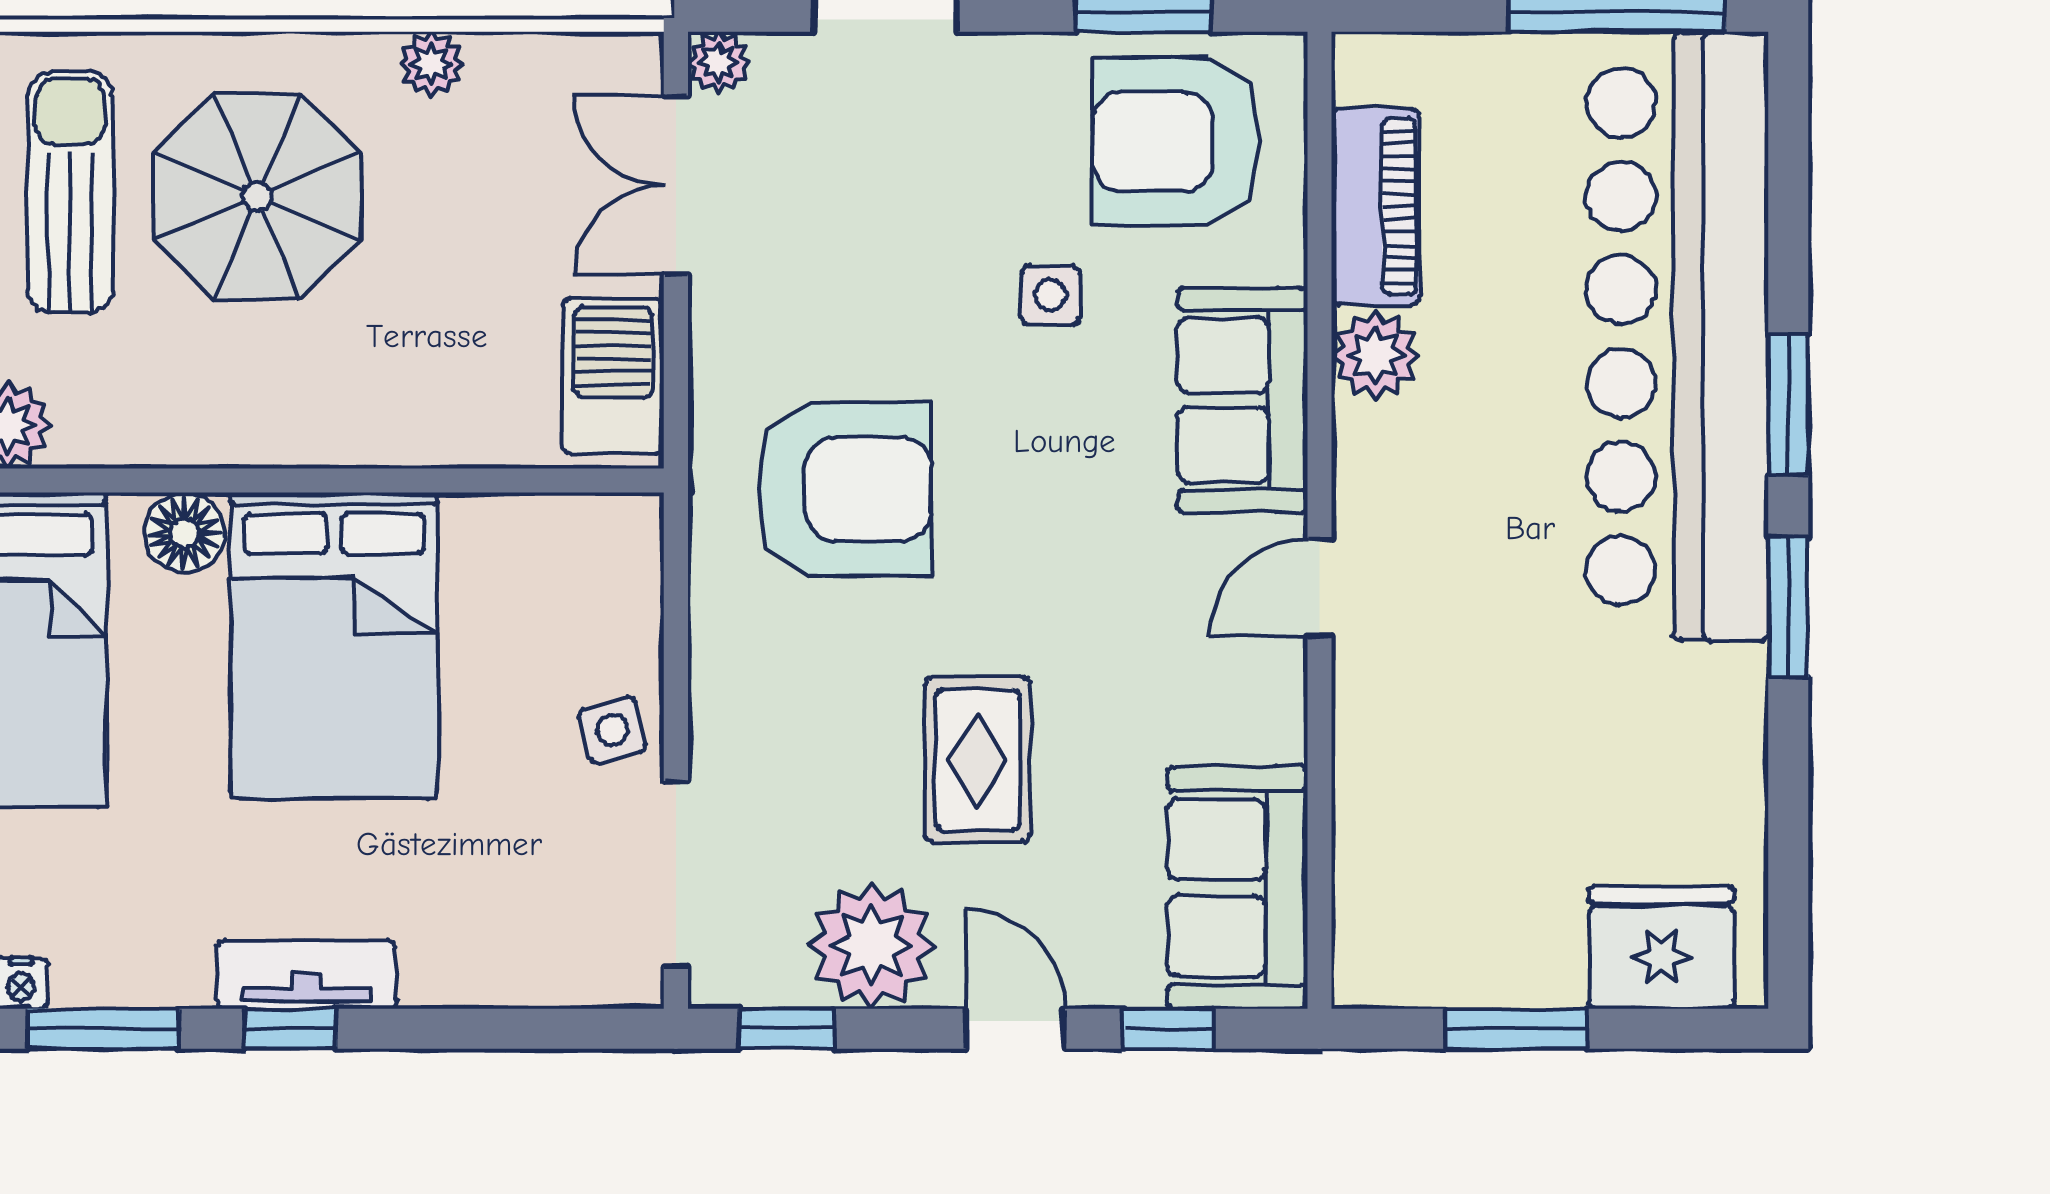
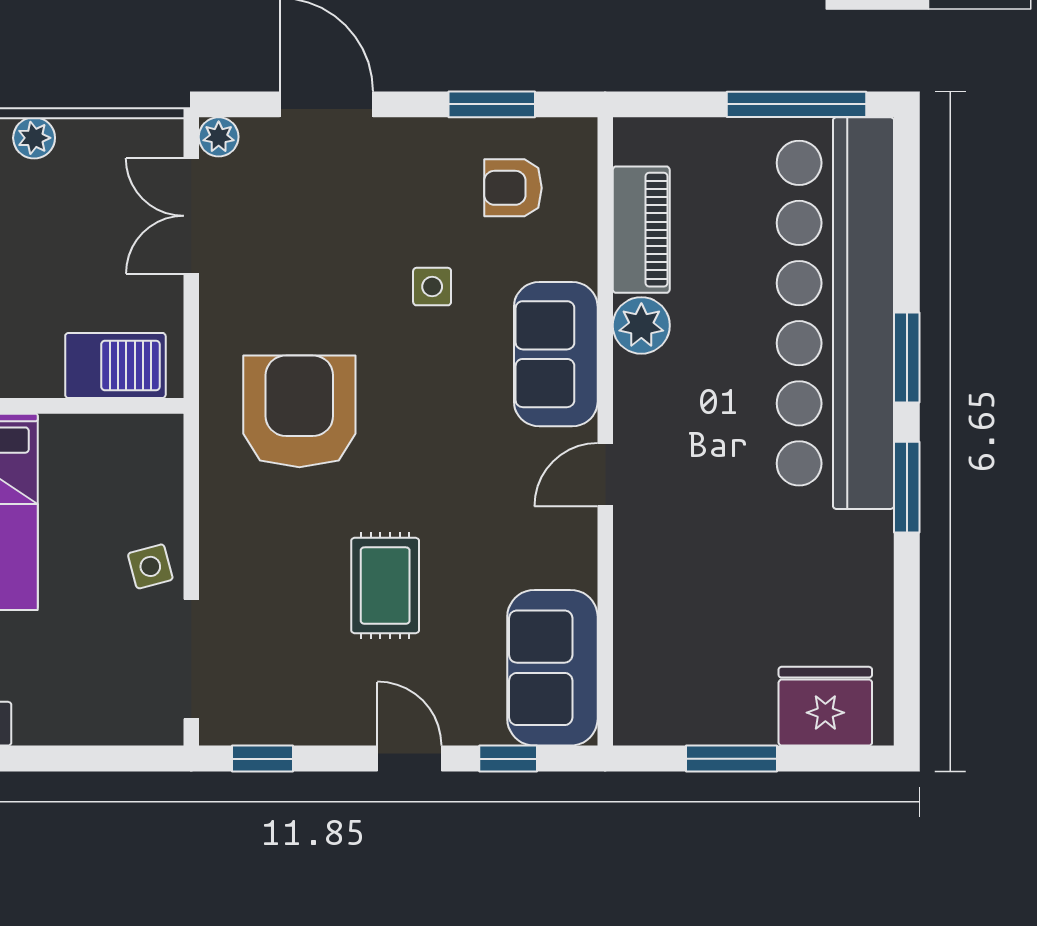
armchair: (1176, 142) -> (513, 188), width x0.53, depth x0.53
barbecue: (613, 376) -> (115, 365), moved, turned 90
armchair: (844, 489) -> (299, 411), turned -90
plant: (872, 945) -> (317, 705), removed

